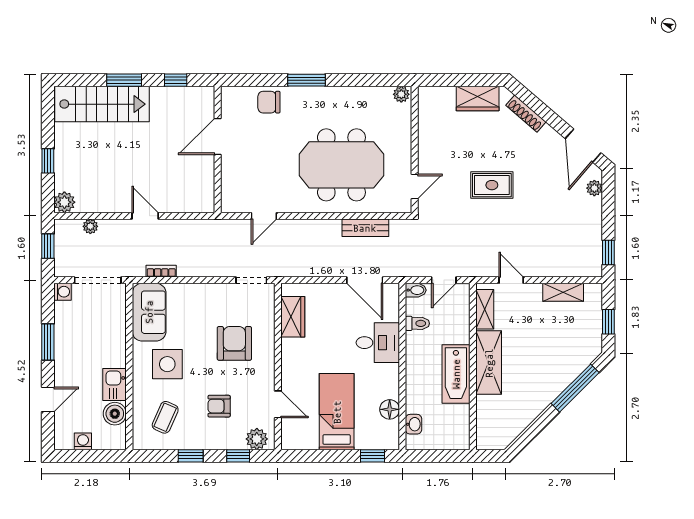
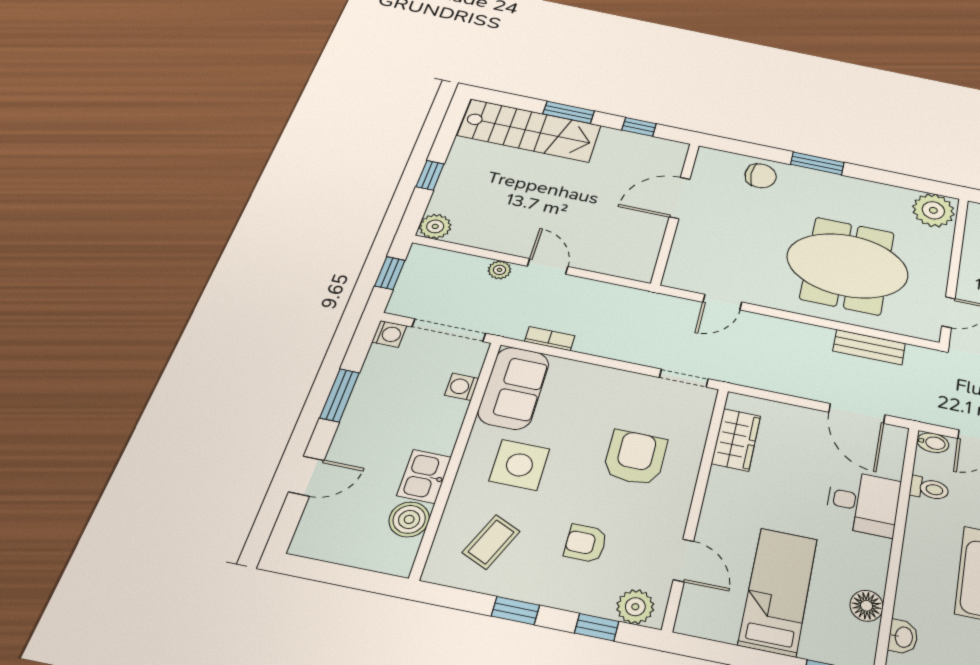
plant: (401, 94) -> (933, 210), width x1.87, depth x1.87
chair: (269, 102) -> (761, 176), turned 180
plant: (90, 226) -> (499, 270), moved
washing machine: (83, 441) -> (462, 387), moved, turned -90

